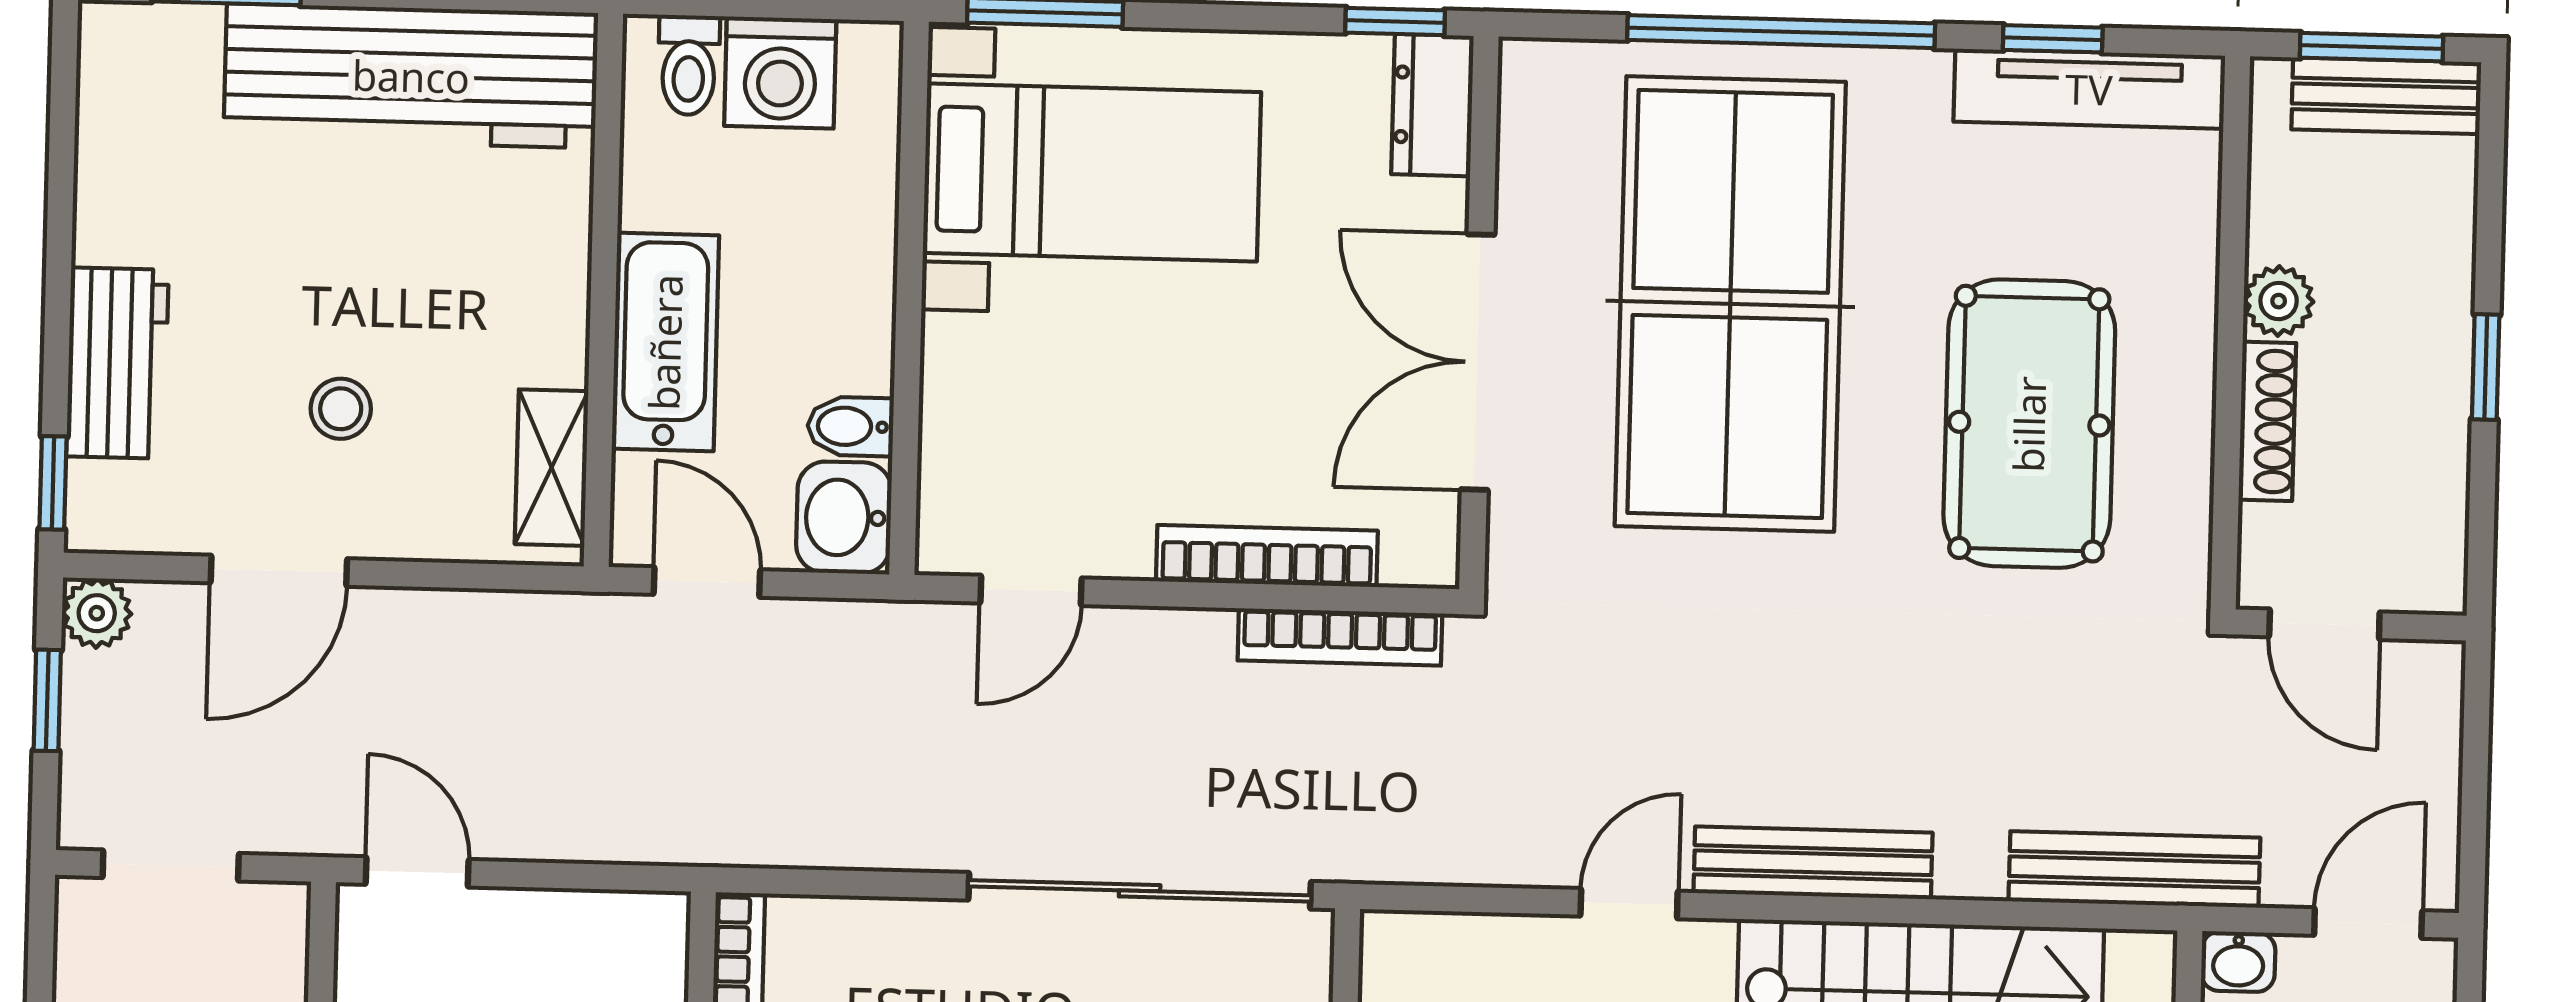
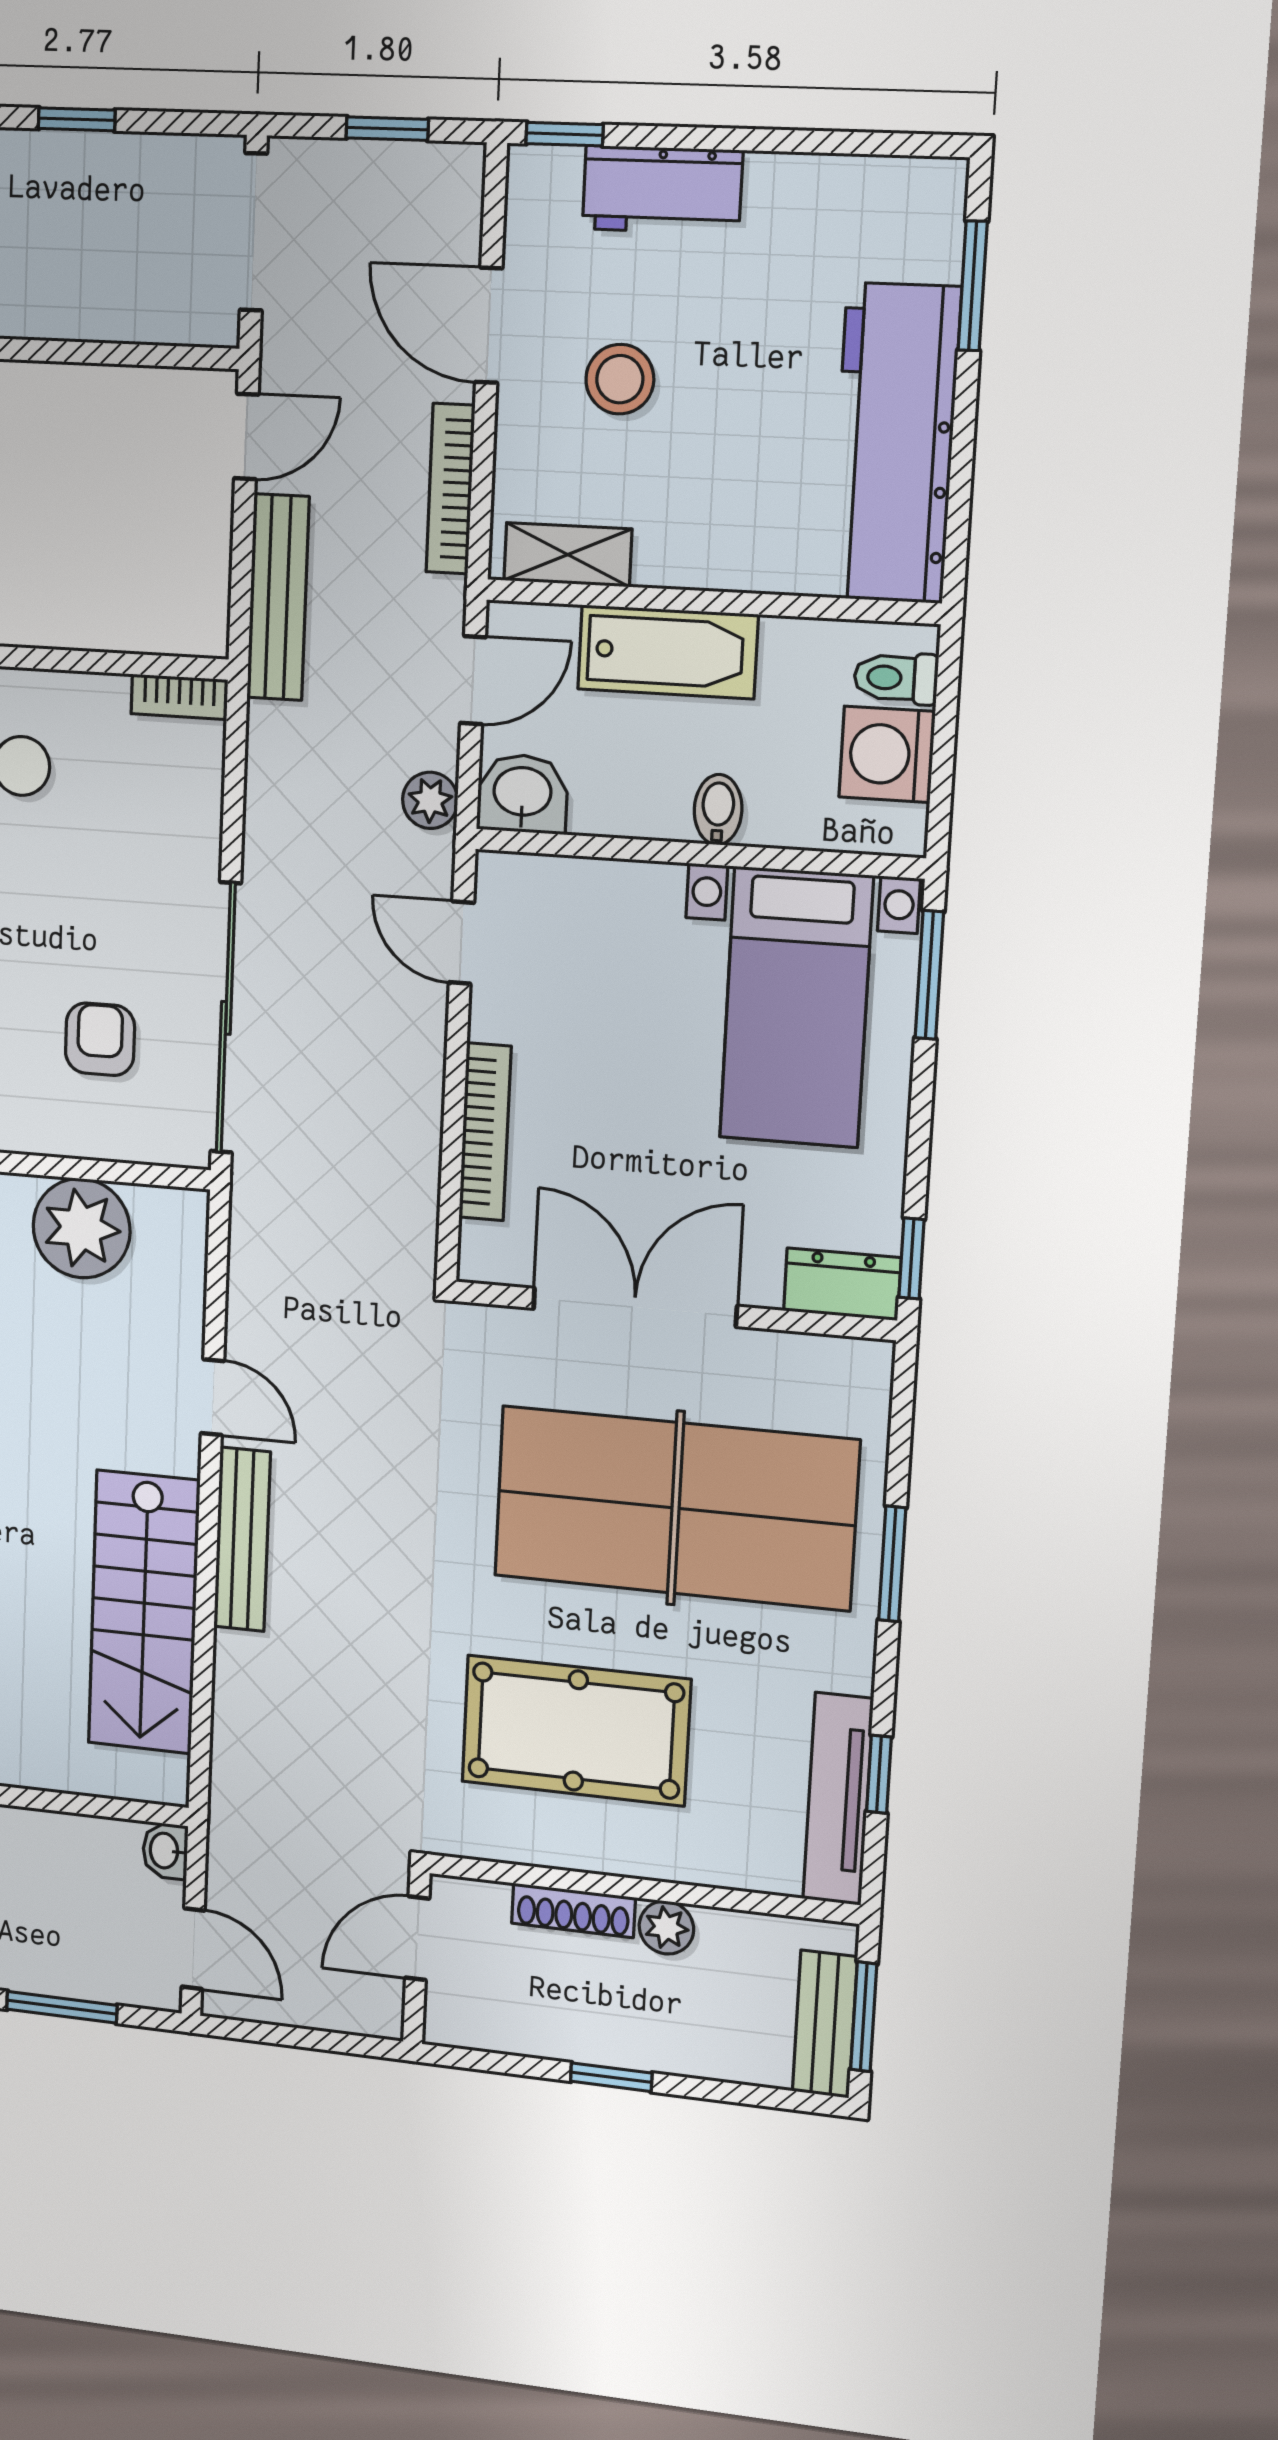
window: (1781, 32) -> (892, 1564), width x0.47
stool: (341, 409) -> (620, 379), width x1.37, depth x1.37
bidet: (850, 426) -> (718, 810), moved
plant: (97, 613) -> (430, 800), moved
bookcase: (1340, 637) -> (451, 489), moved
doorway: (171, 865) -> (253, 232), width x1.38
bench: (2134, 869) -> (278, 597), moved

